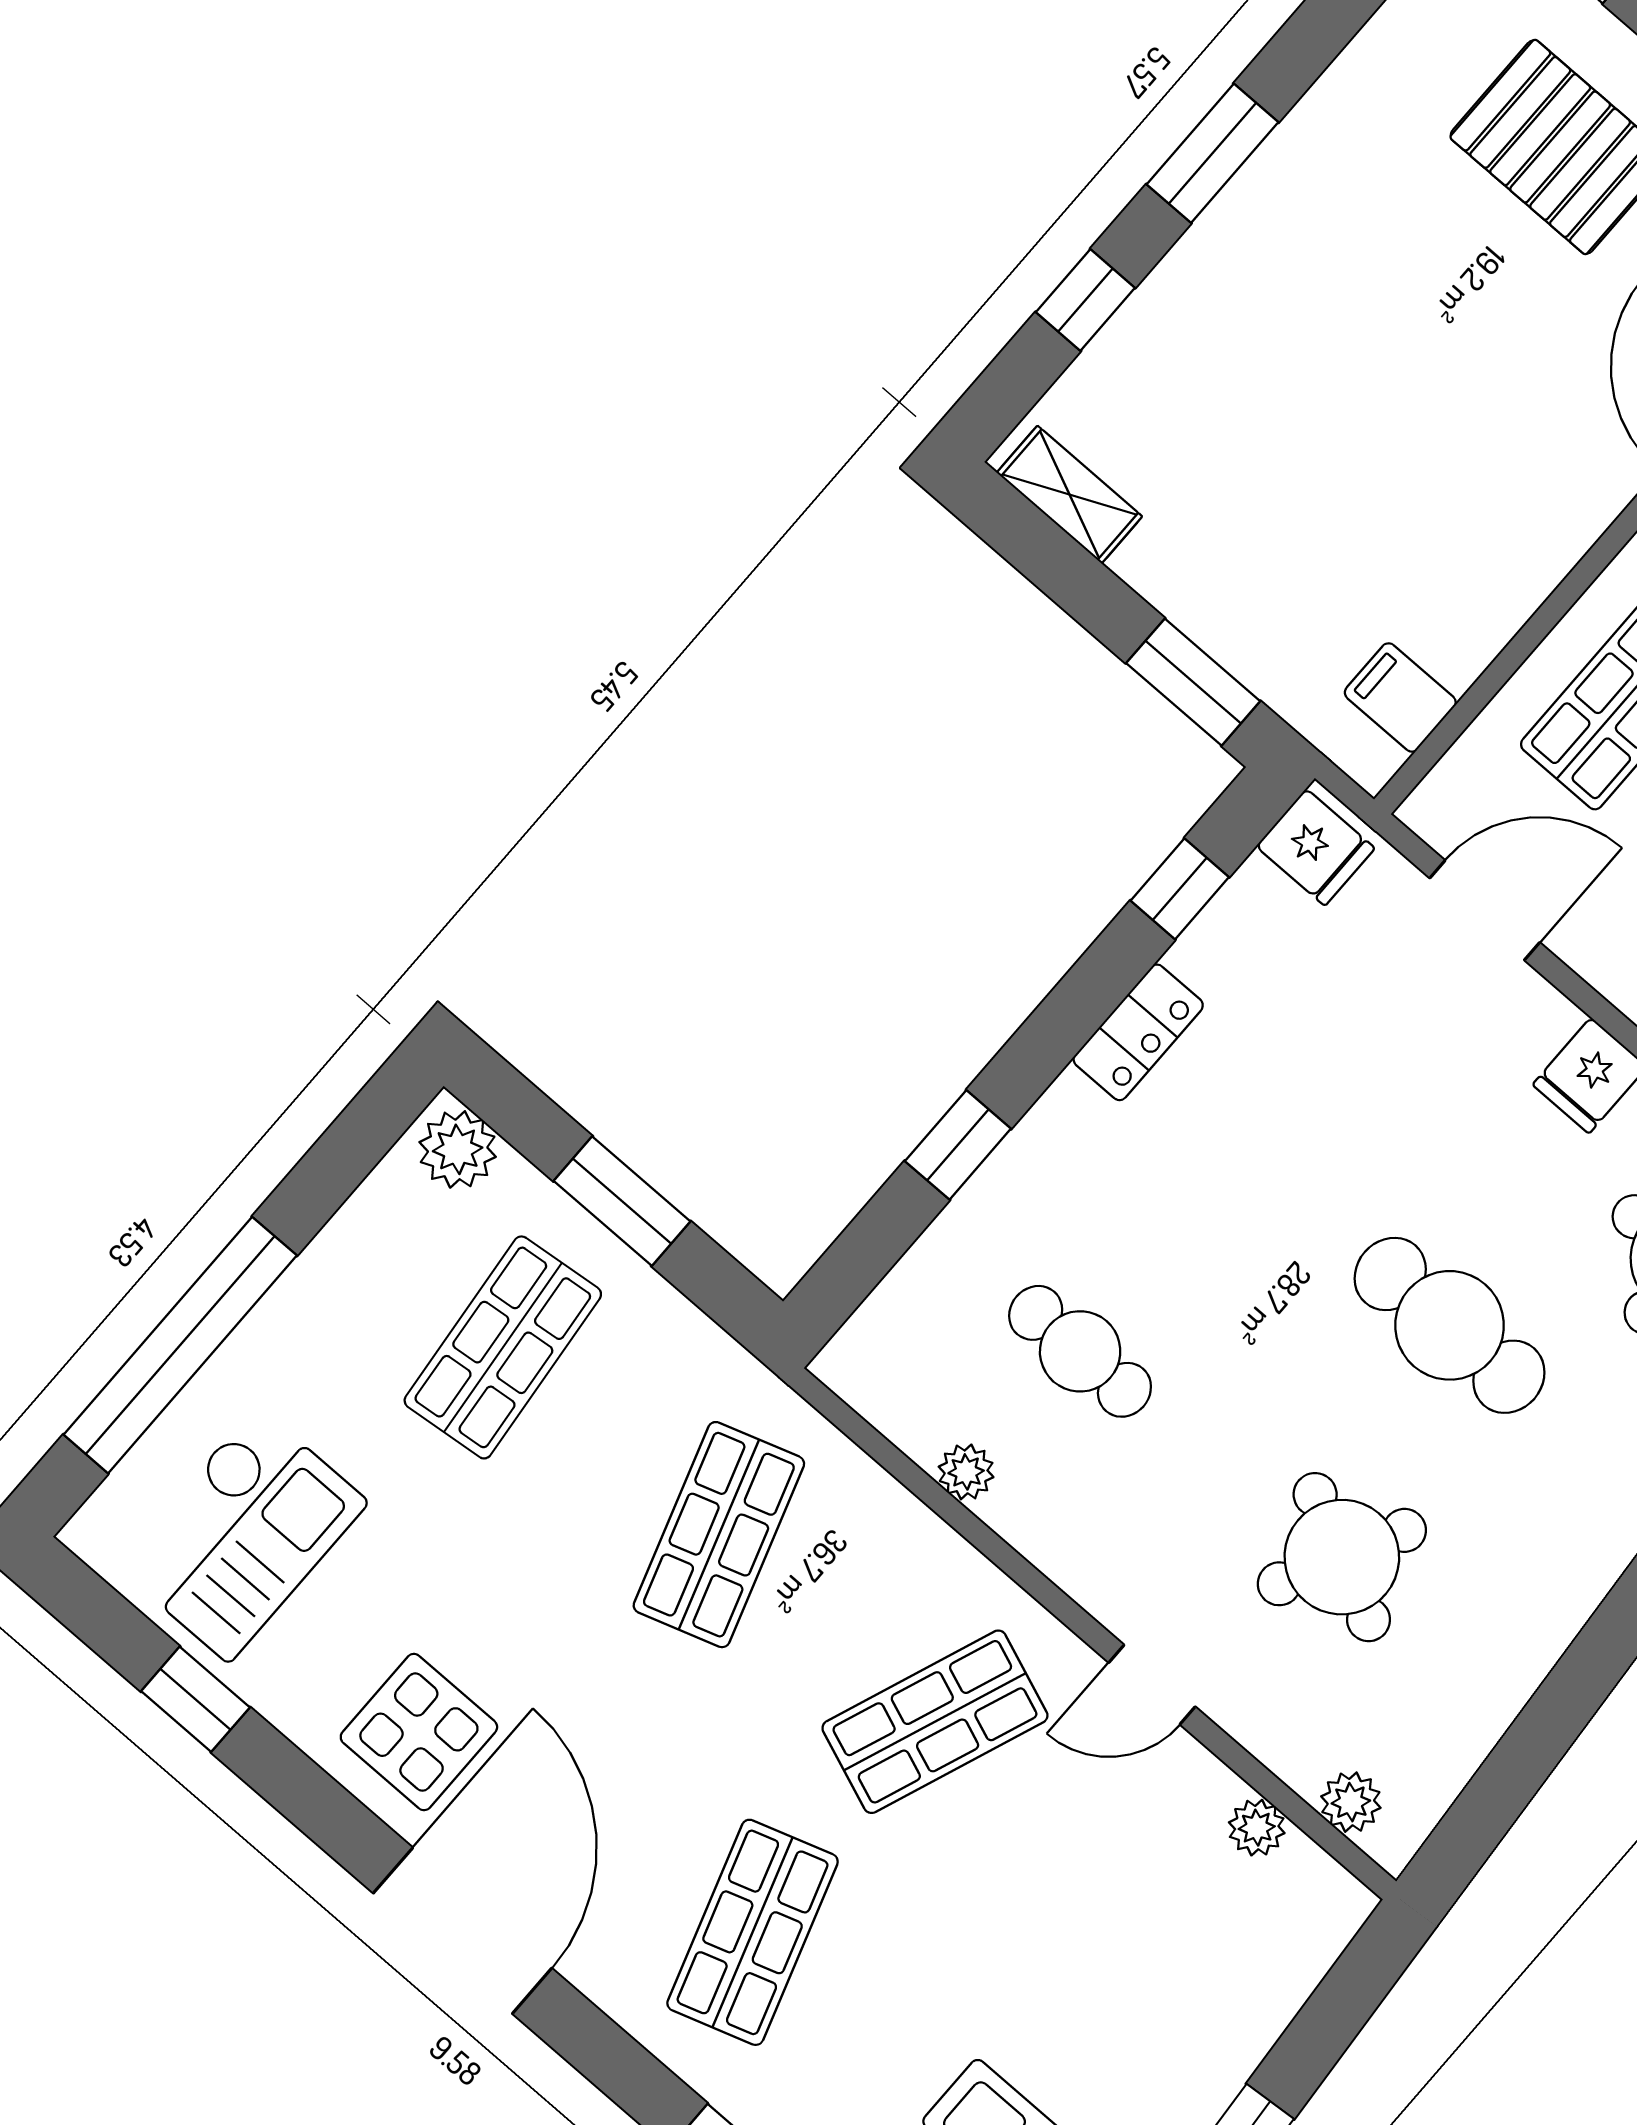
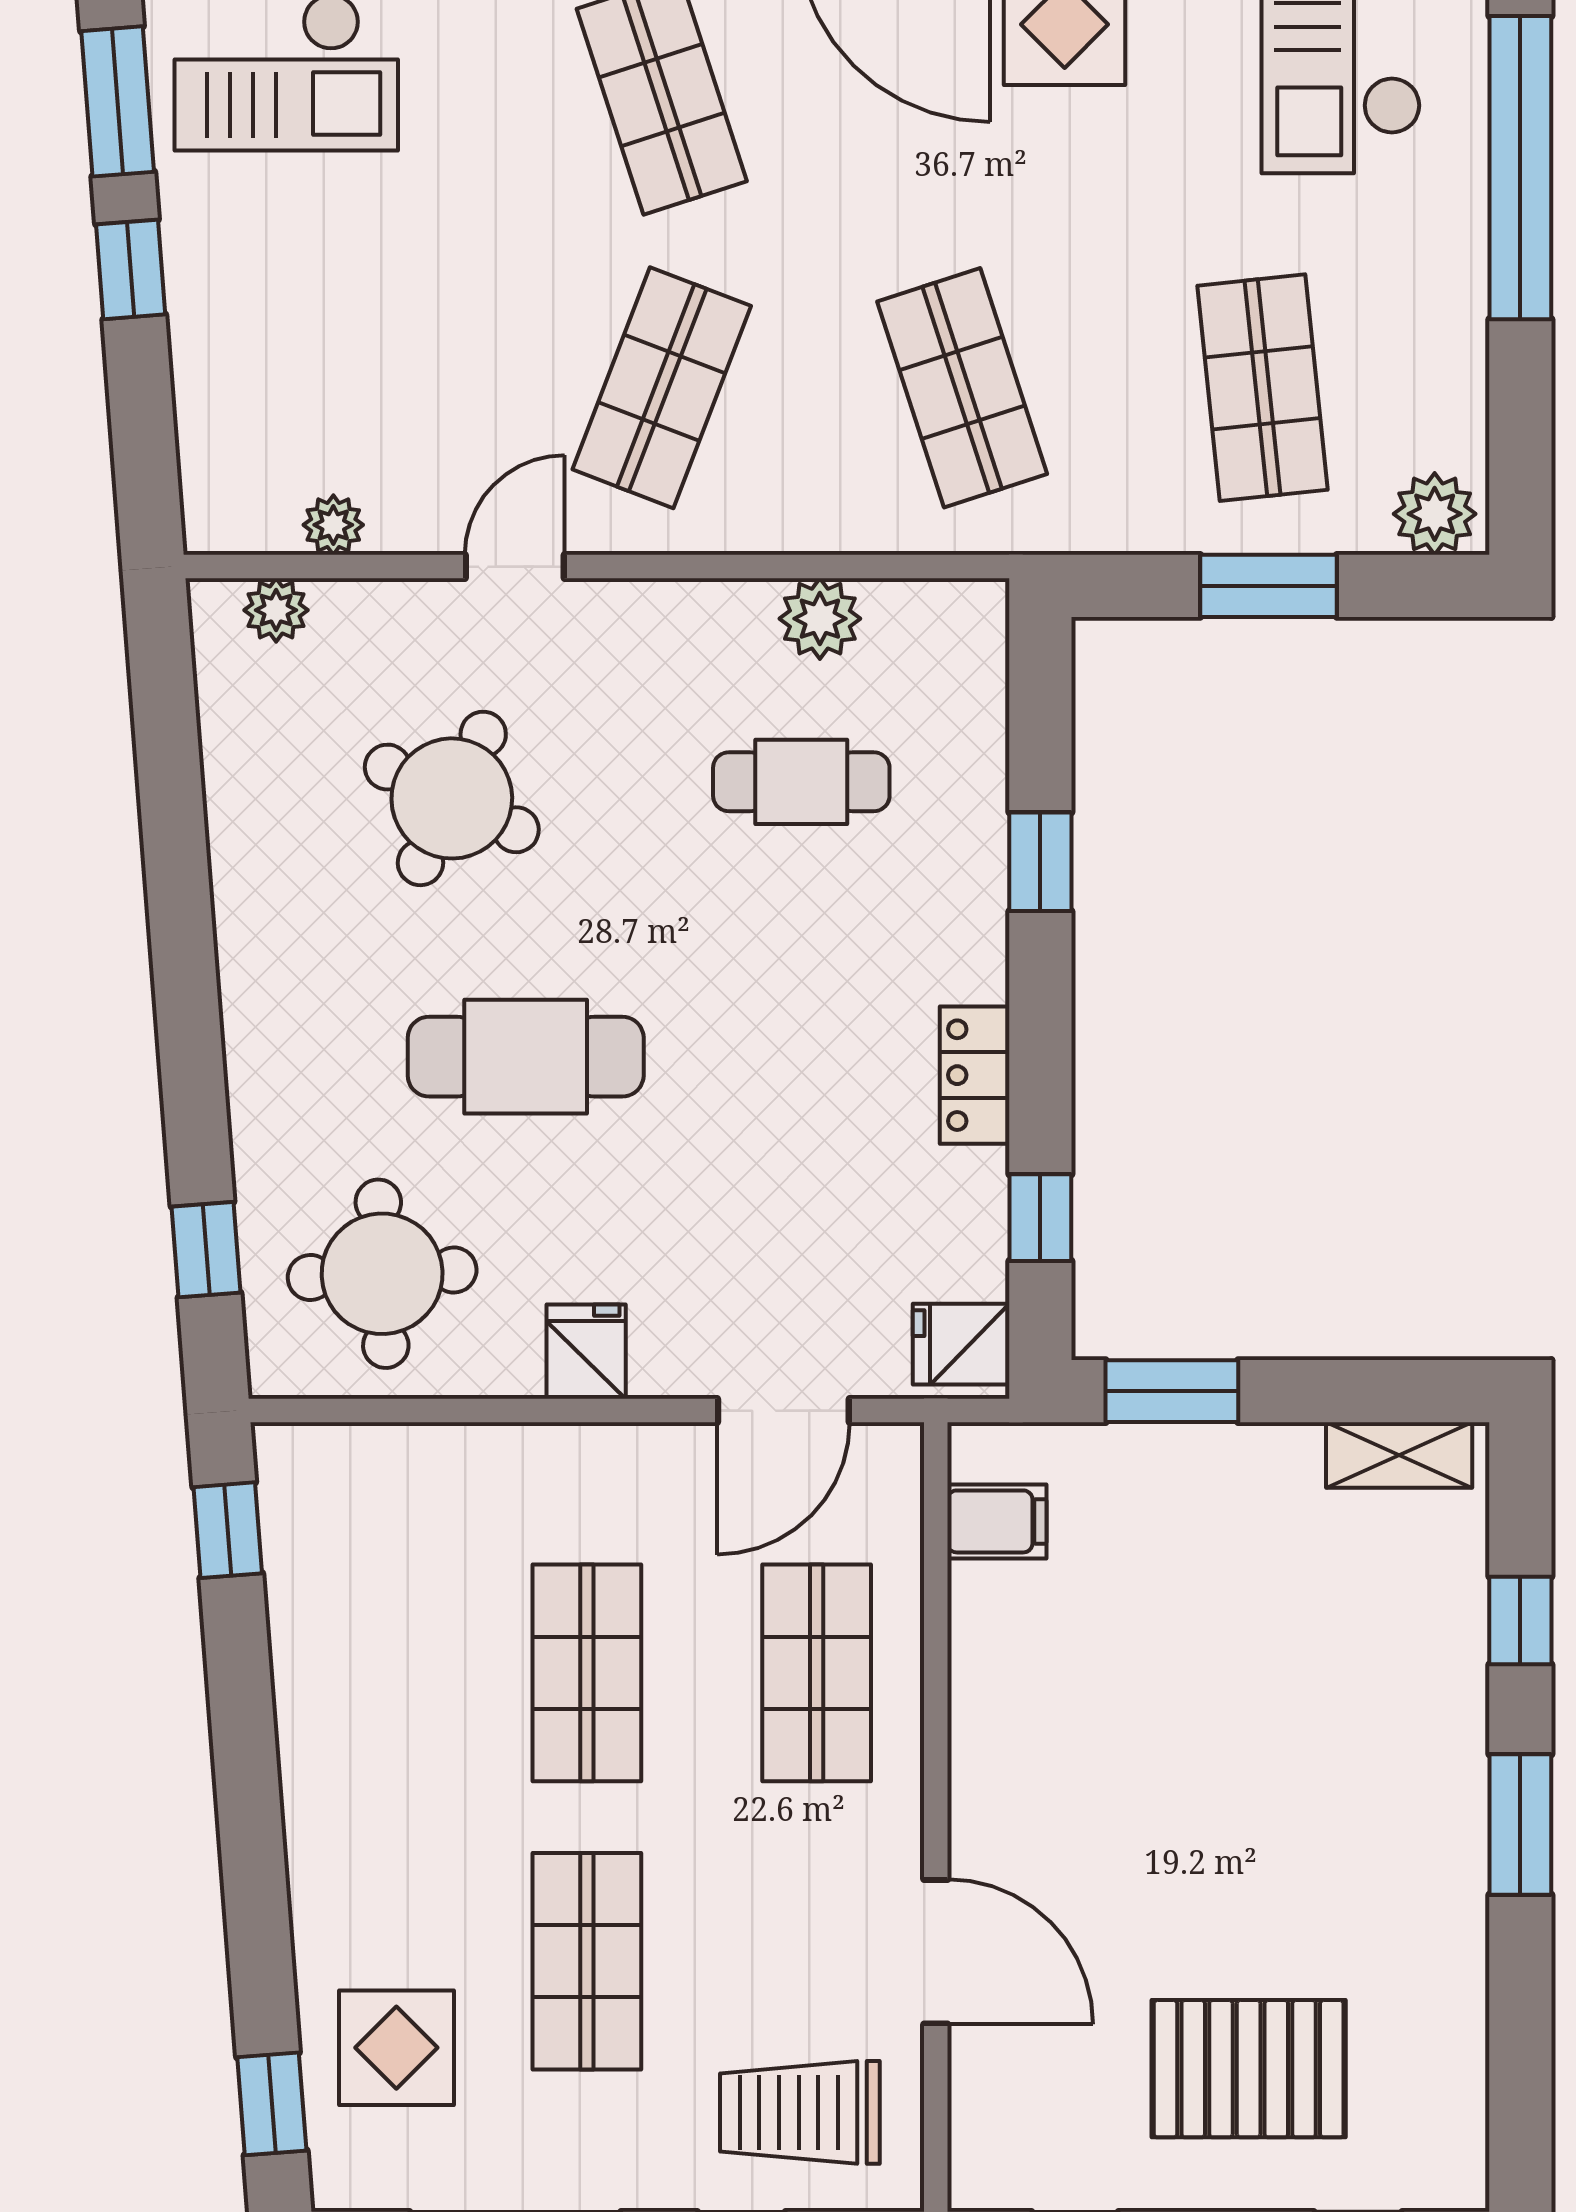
plant: (966, 1472) -> (820, 619), width x1.38, depth x1.38

